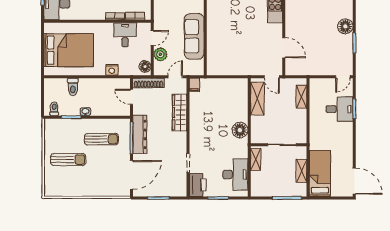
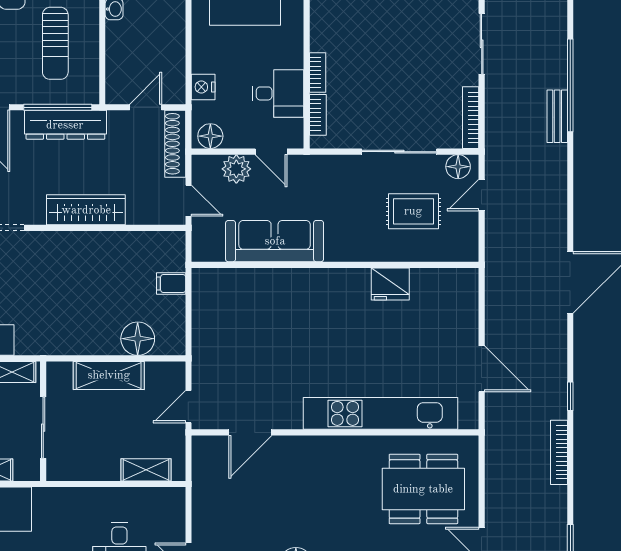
nightstand: (112, 70) -> (203, 87), moved
filing cabinet: (194, 85) -> (171, 283), moved
shelving: (257, 99) -> (109, 375), moved
wardrobe: (180, 113) -> (86, 210), moved
floor lamp: (240, 130) -> (138, 339), moved

